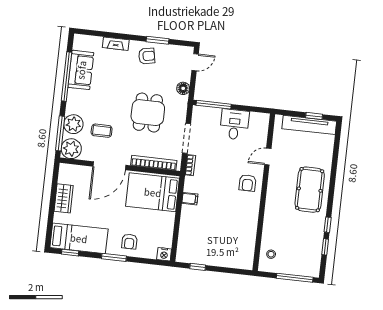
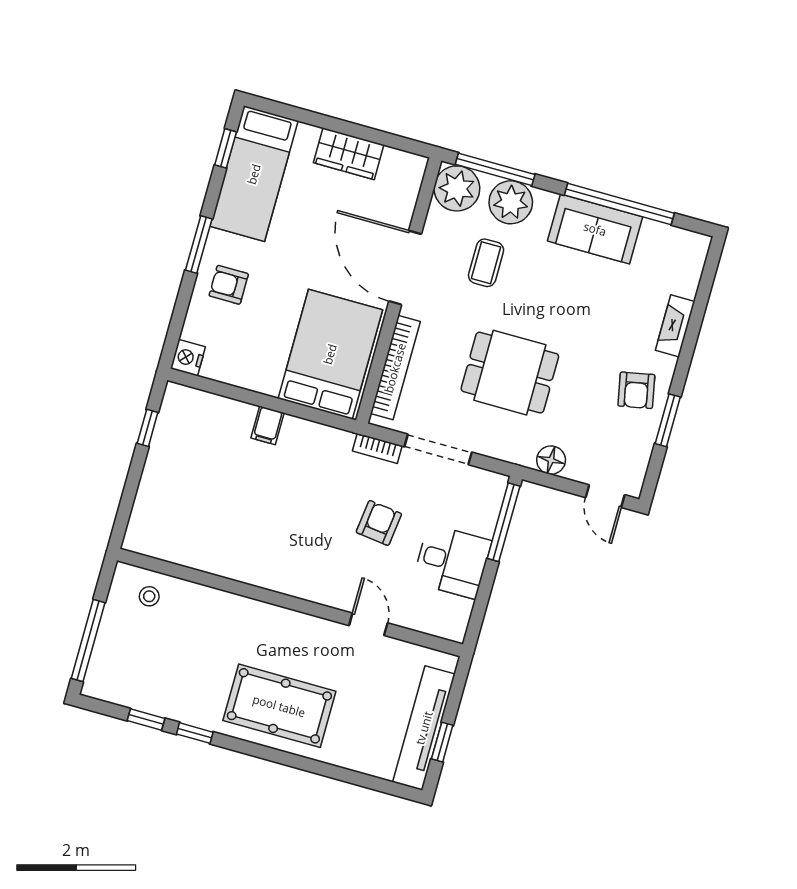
sofa: (81, 70) -> (595, 229), moved
armchair: (248, 183) -> (379, 523), moved, turned 97
filing cabinet: (190, 199) -> (268, 425), moved

